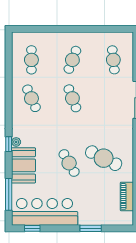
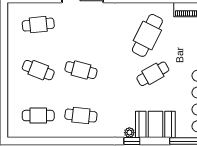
cafe table: (31, 98) -> (81, 116), turned 30
cafe table: (72, 98) -> (81, 70), turned 36

